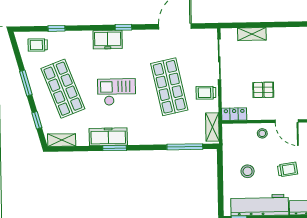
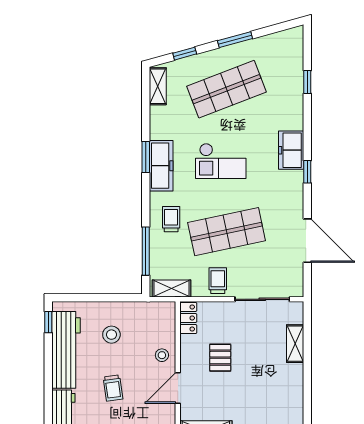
trolley: (38, 45) -> (171, 219), moved
checkout: (117, 92) -> (221, 161), turned 90
freezer: (108, 137) -> (161, 166), moved

